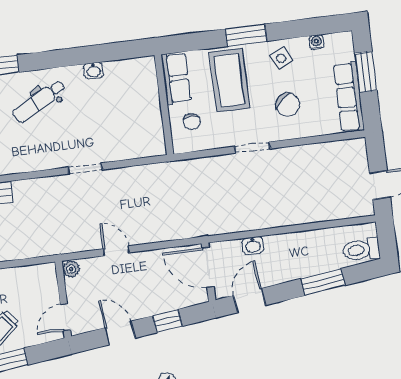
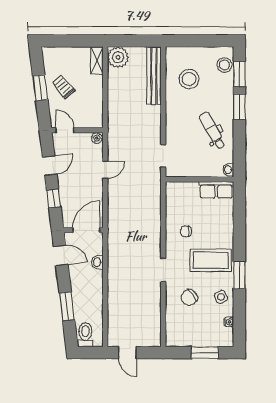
row of seats: (176, 78) -> (216, 190), moved
row of seats: (349, 97) -> (189, 339), removed
wall: (164, 105) -> (200, 179), moved

